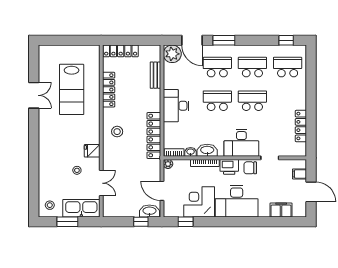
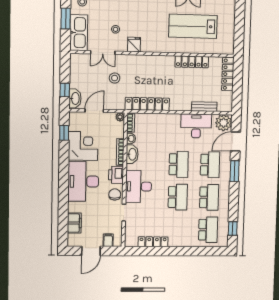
desk: (176, 106) -> (196, 126), moved
stool: (117, 132) -> (115, 78), moved

